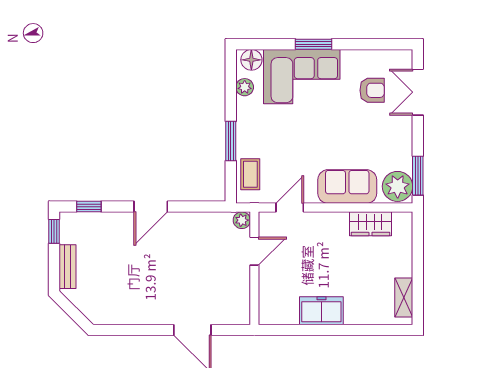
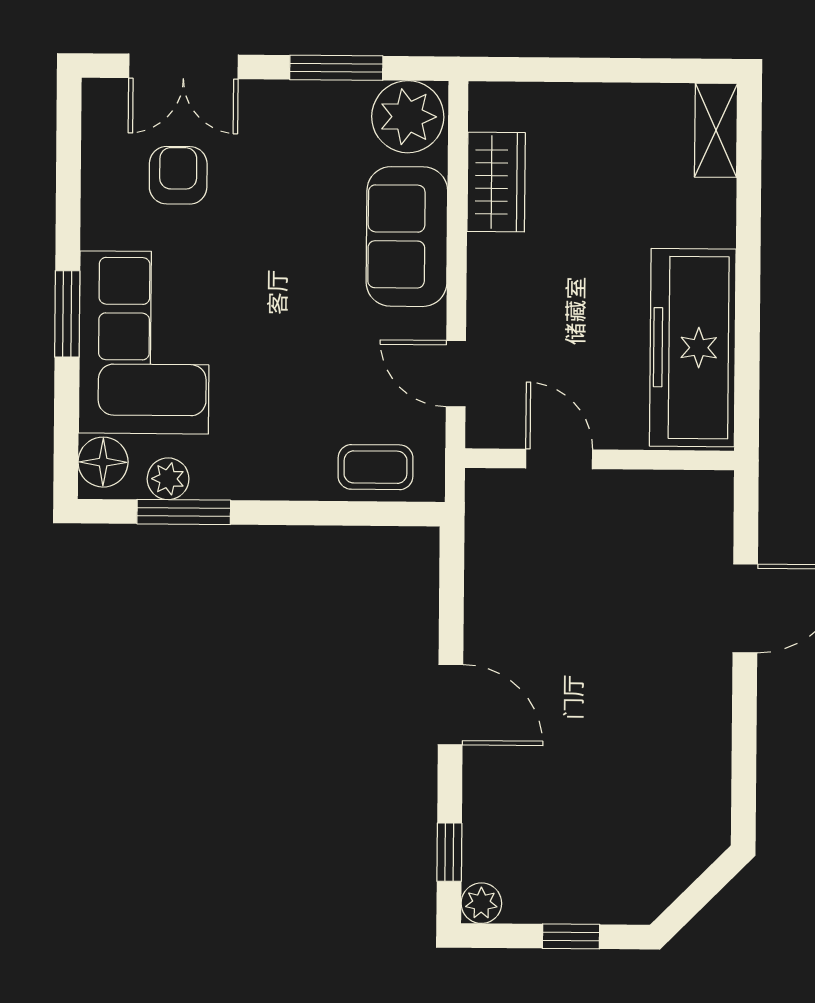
window: (231, 141) -> (184, 512), moved
window: (418, 176) -> (336, 68), moved
plant: (242, 220) -> (481, 903), moved
window: (54, 231) -> (571, 936), moved
bench: (68, 267) -> (592, 904), removed
shelving: (404, 297) -> (716, 130), moved, turned 90
freezer: (321, 311) -> (693, 348), width x1.91, depth x1.26

